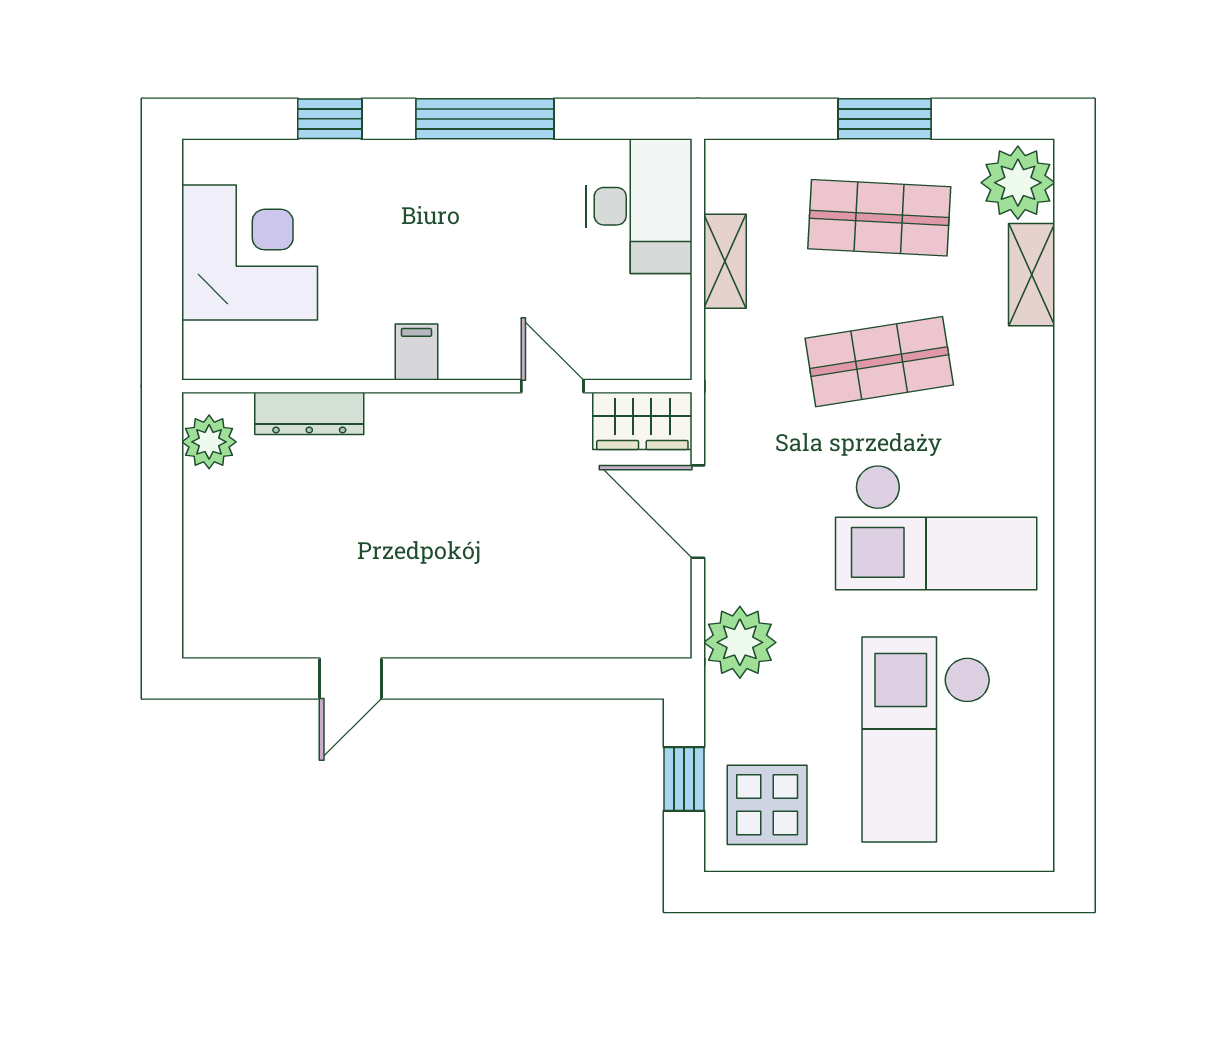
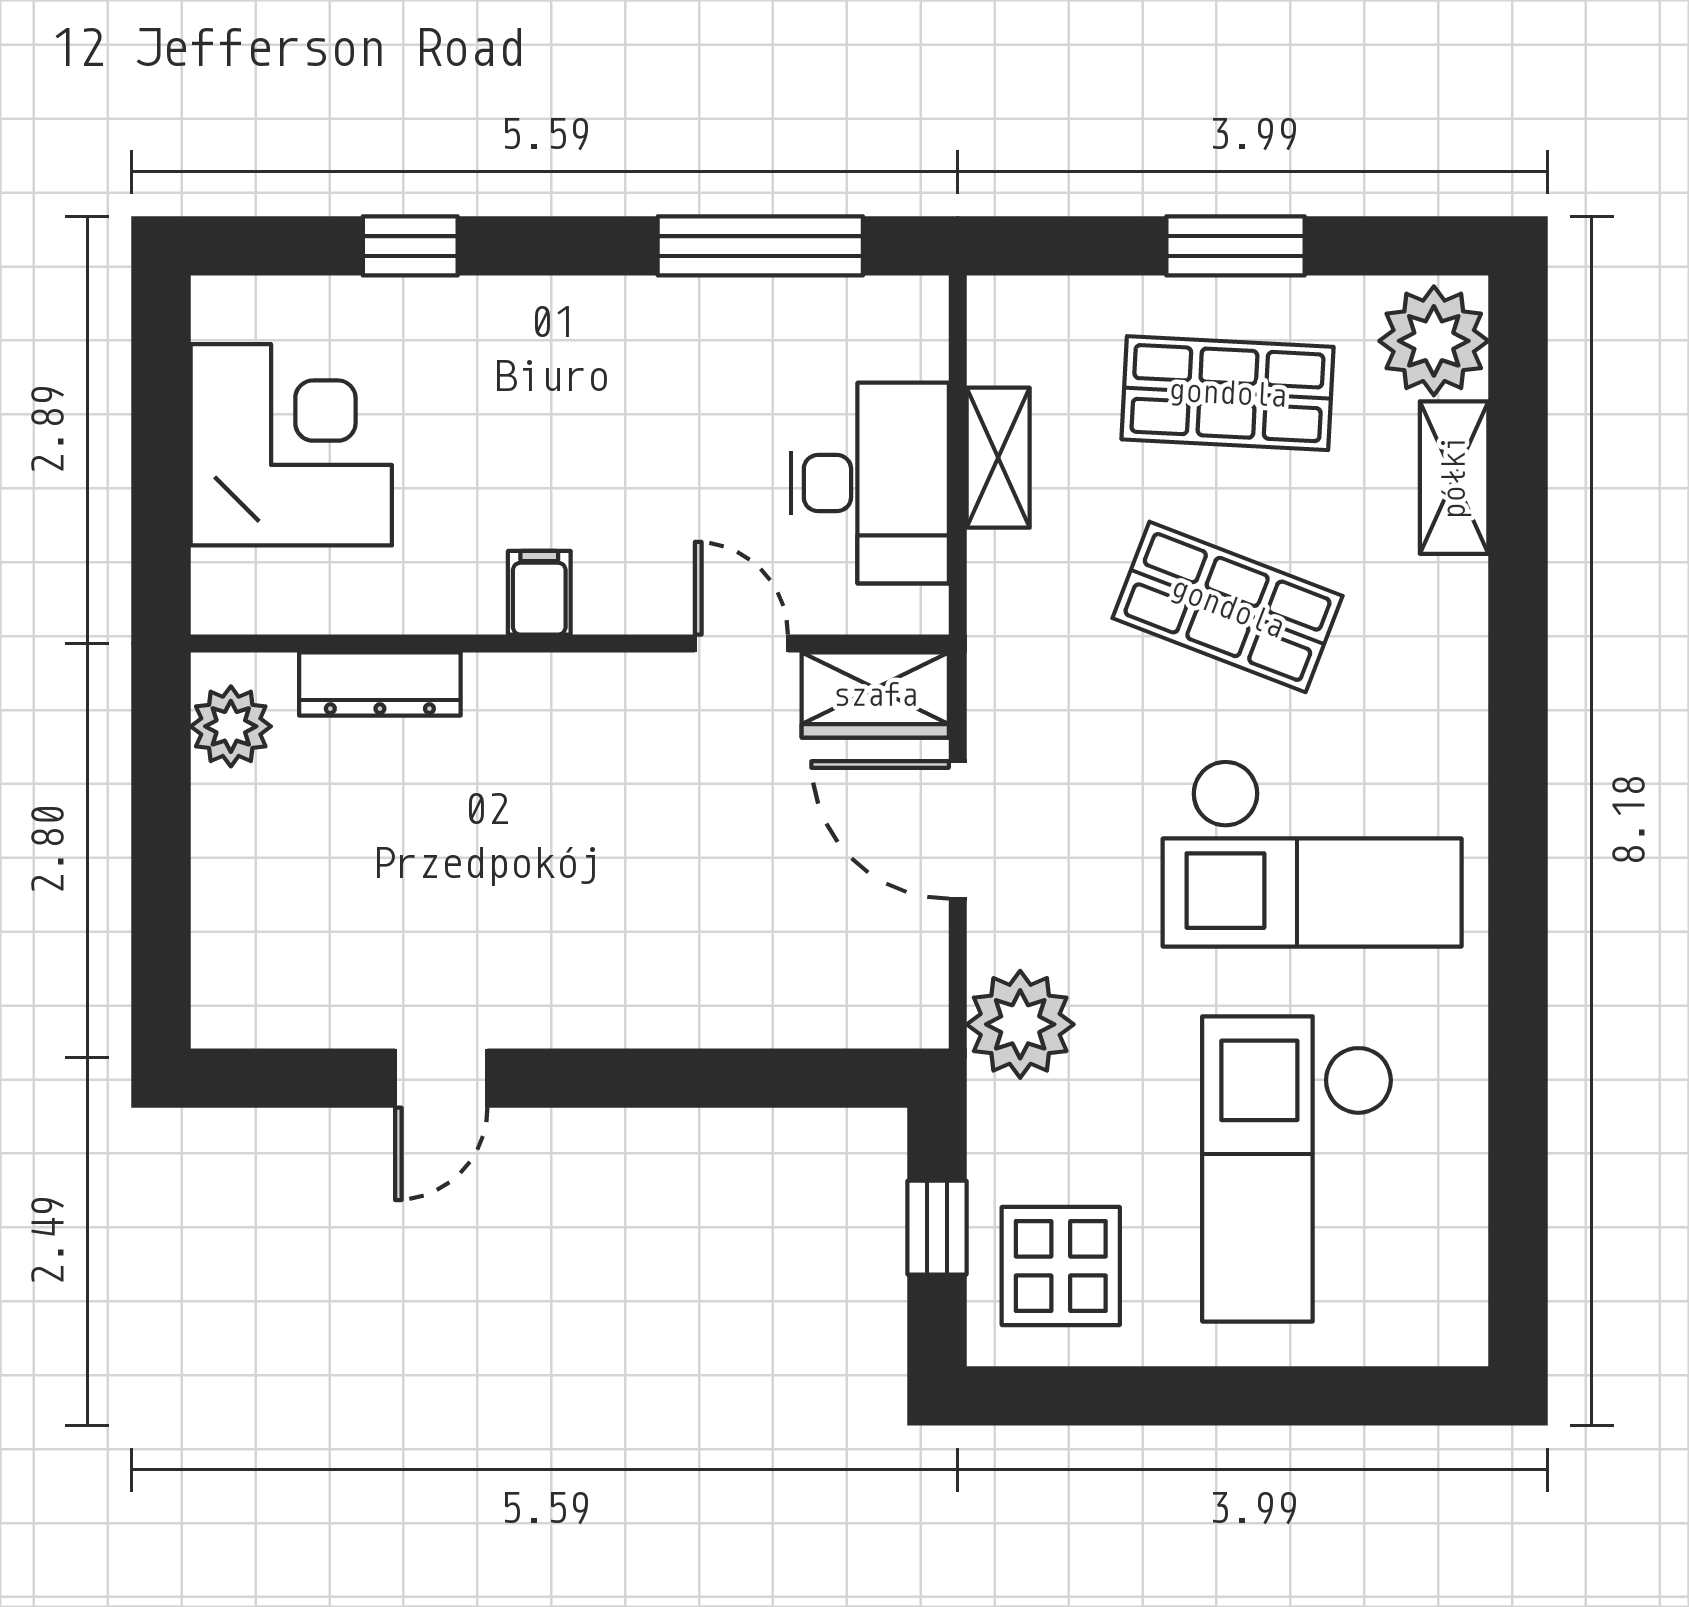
window: (485, 119) -> (760, 246), moved
desk: (639, 206) -> (870, 483), moved
shop shelf: (879, 362) -> (1227, 607), turned 30

